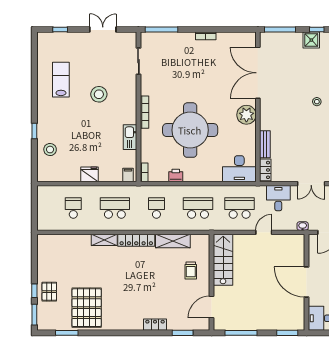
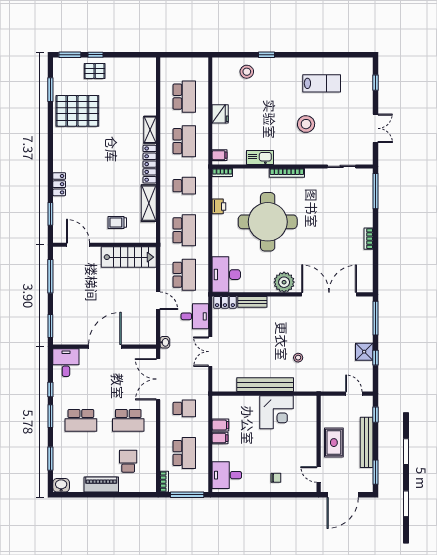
school desk: (73, 208) -> (184, 97), width x1.85

